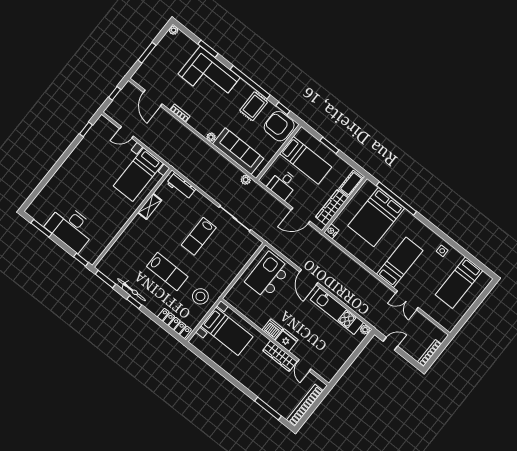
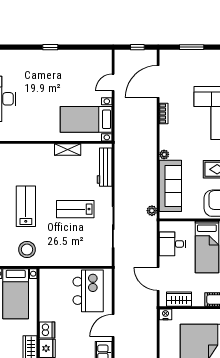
door: (153, 98) -> (158, 81), width x1.36
window: (86, 129) -> (50, 47), moved
door: (127, 132) -> (113, 82), hinge flipped
workbench: (181, 186) -> (105, 167), width x1.38
wardrobe: (332, 207) -> (179, 299), width x0.67
lab bench: (167, 272) -> (26, 206), turned 180
kitchen island: (268, 275) -> (88, 291), turned 90

